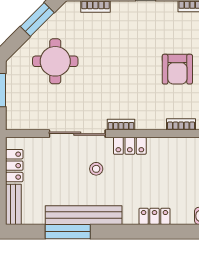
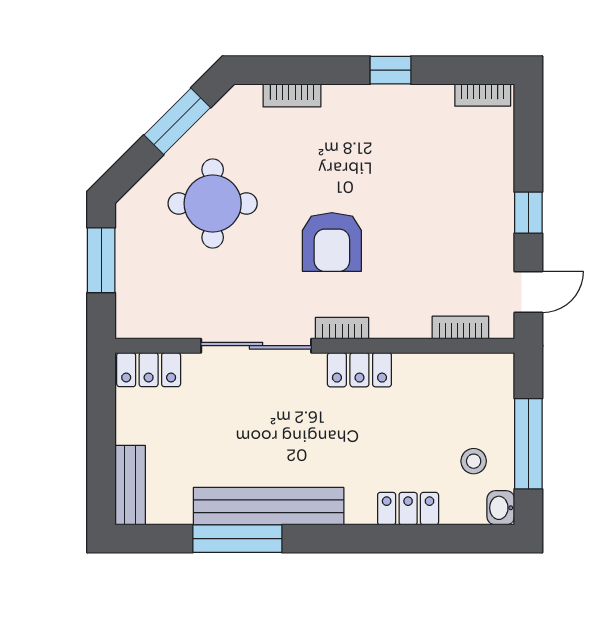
armchair: (177, 69) -> (332, 242), moved
locker: (14, 166) -> (149, 370), moved, turned 90
stool: (96, 169) -> (474, 461), moved

